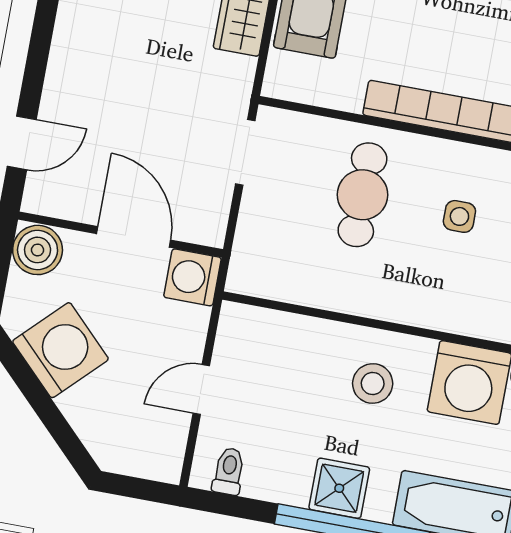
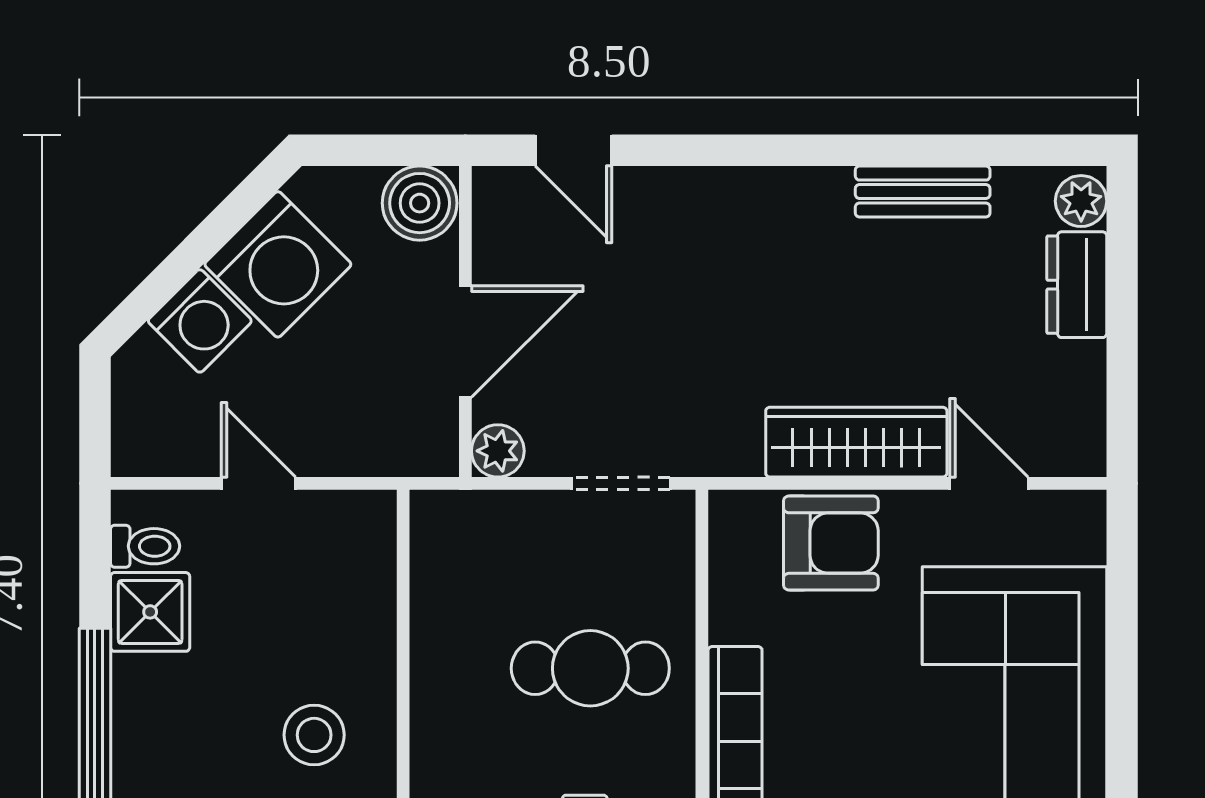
plant: (209, 229) -> (498, 451), added
washing machine: (192, 277) -> (200, 321), moved, turned 135
shower: (339, 488) -> (150, 612), moved

